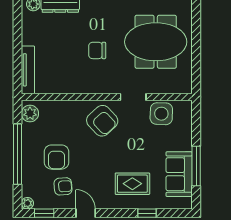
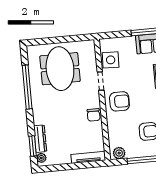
chair: (97, 50) -> (94, 115), moved
armchair: (102, 121) -> (119, 101), turned 43

